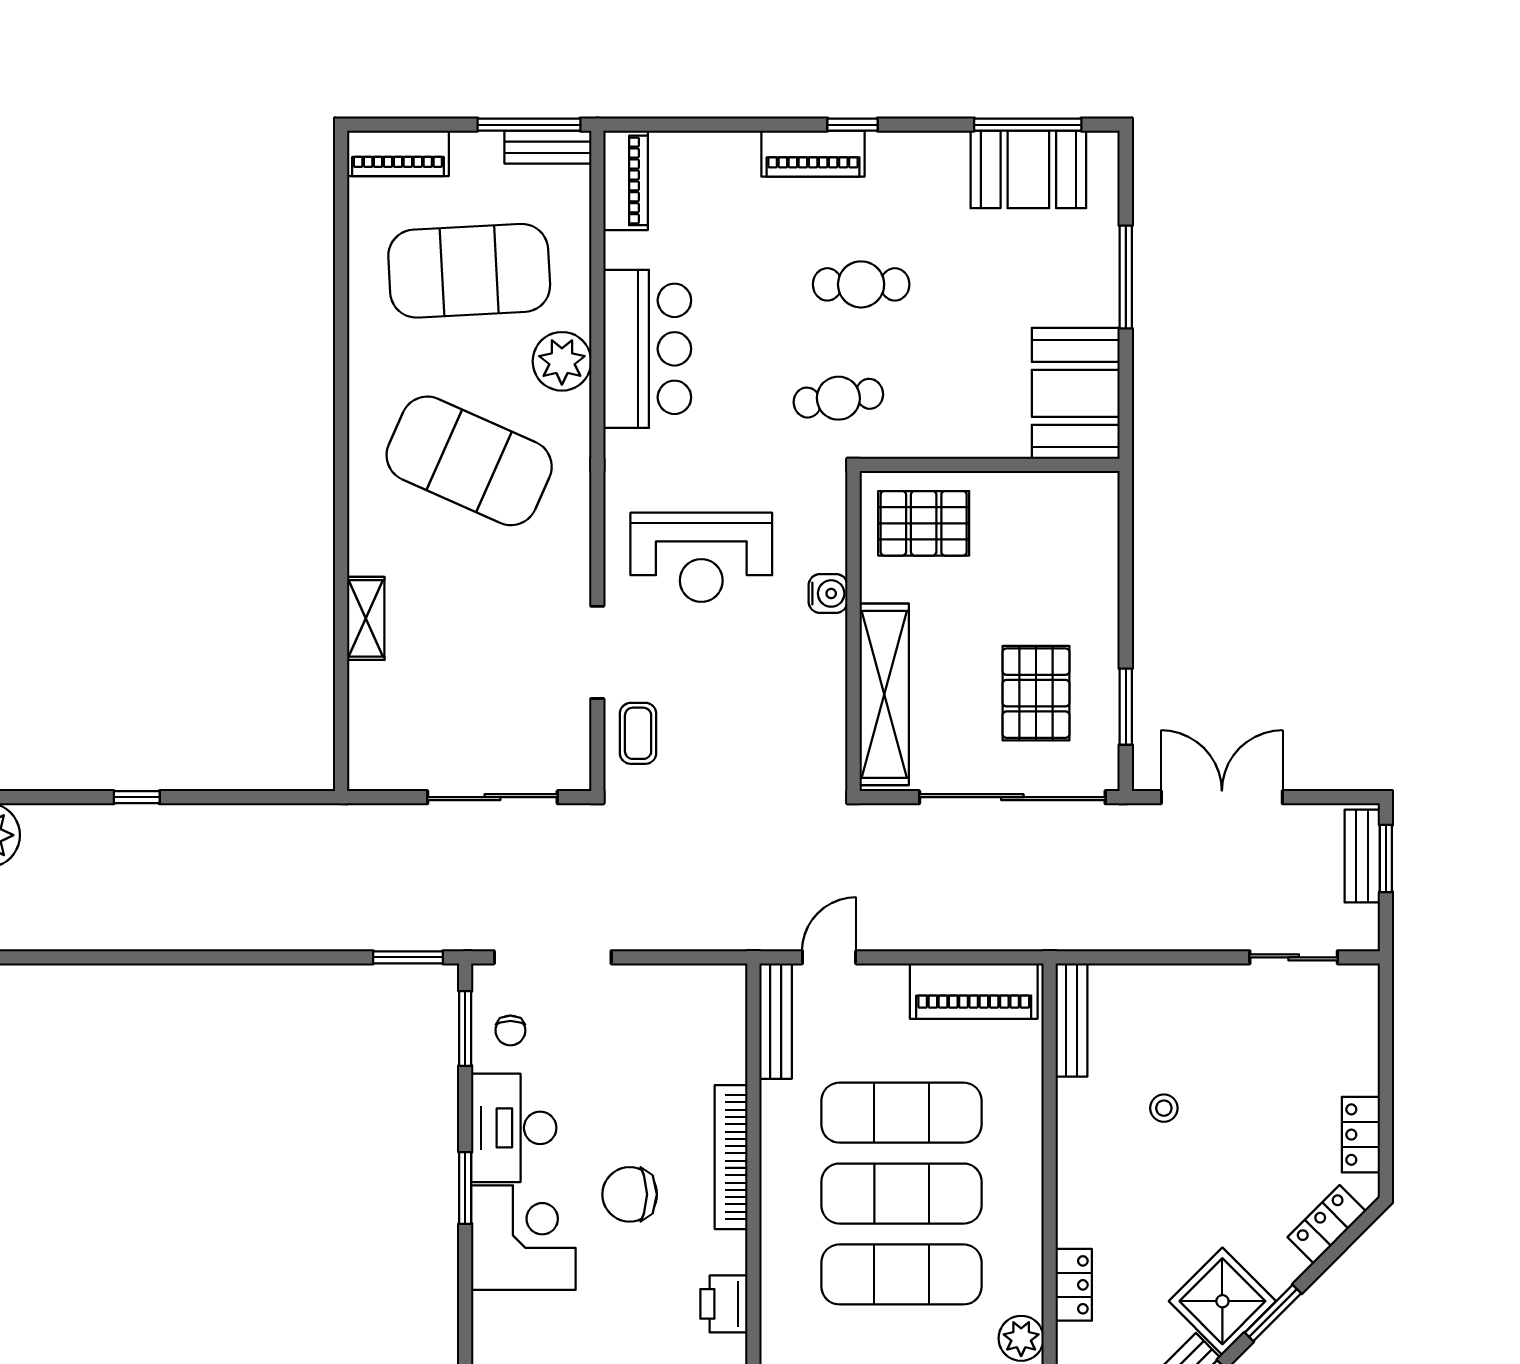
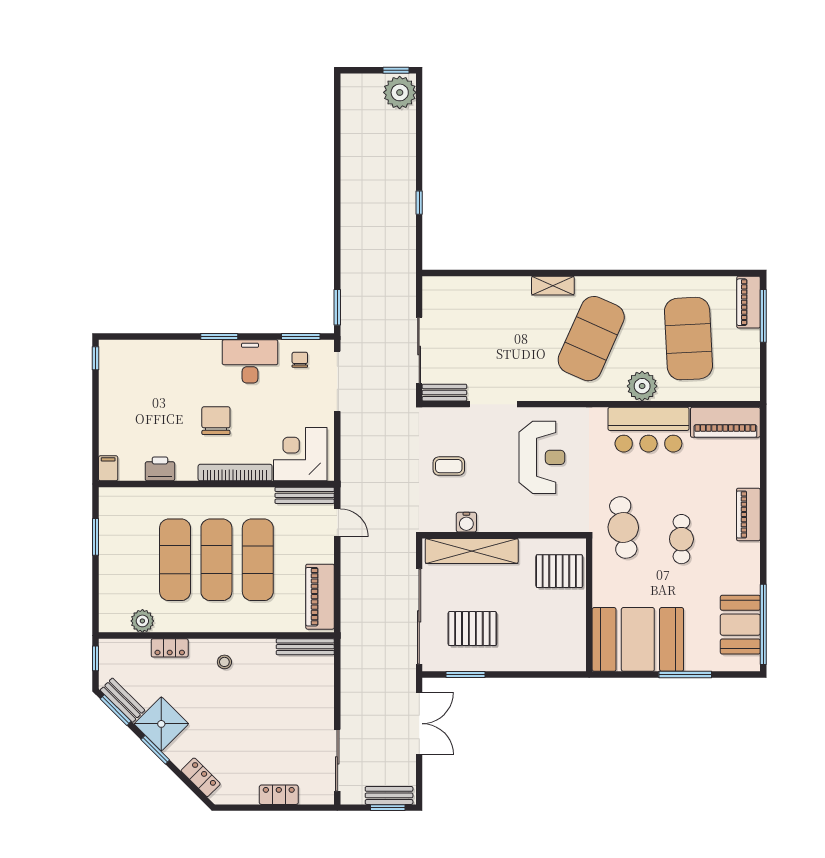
window: (529, 125) -> (763, 316), moved
window: (852, 125) -> (763, 535), removed
window: (1028, 125) -> (763, 624), width x1.46
bench: (548, 147) -> (444, 393), moved, turned 90
piano: (626, 180) -> (725, 422), width x1.37, depth x1.33
booth: (1076, 393) -> (638, 639), width x1.36, depth x1.42
cafe table: (838, 398) -> (623, 527), width x1.37, depth x1.35
pallet: (924, 523) -> (559, 571), turned 90
reception desk: (701, 557) -> (542, 457), turned 180
water cooler: (828, 593) -> (466, 522), moved
shelving: (366, 618) -> (553, 286), moved
coffee table: (638, 733) -> (449, 466), moved
window: (137, 797) -> (419, 203), moved
sliding door: (1294, 957) -> (337, 760), width x1.37
chair: (510, 1030) -> (300, 360), turned 90
stool: (1164, 1108) -> (224, 662), moved
locker: (1361, 1135) -> (279, 795), moved
corner desk: (523, 1238) -> (300, 454), moved, turned 180

